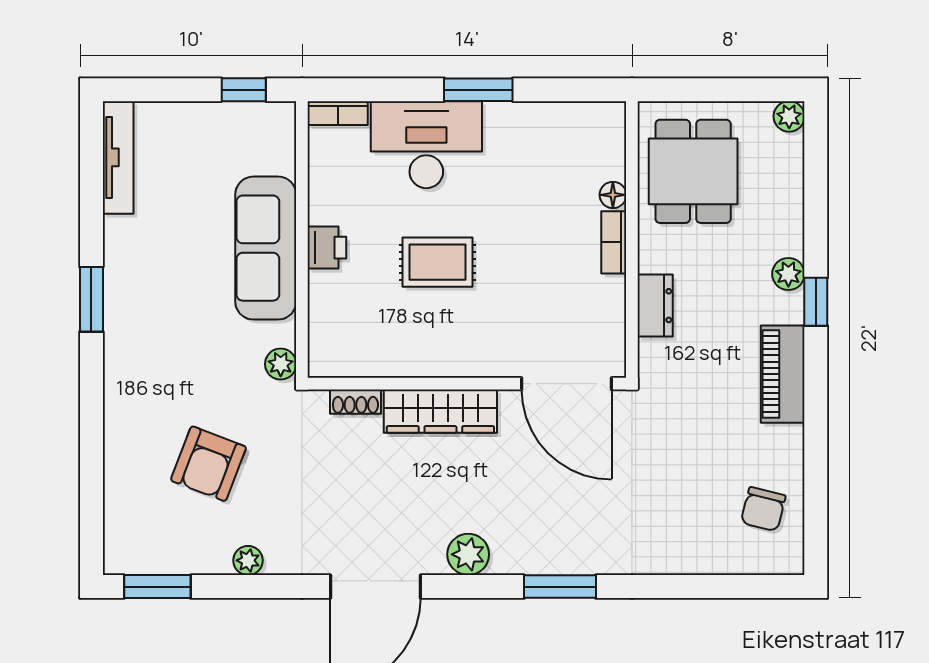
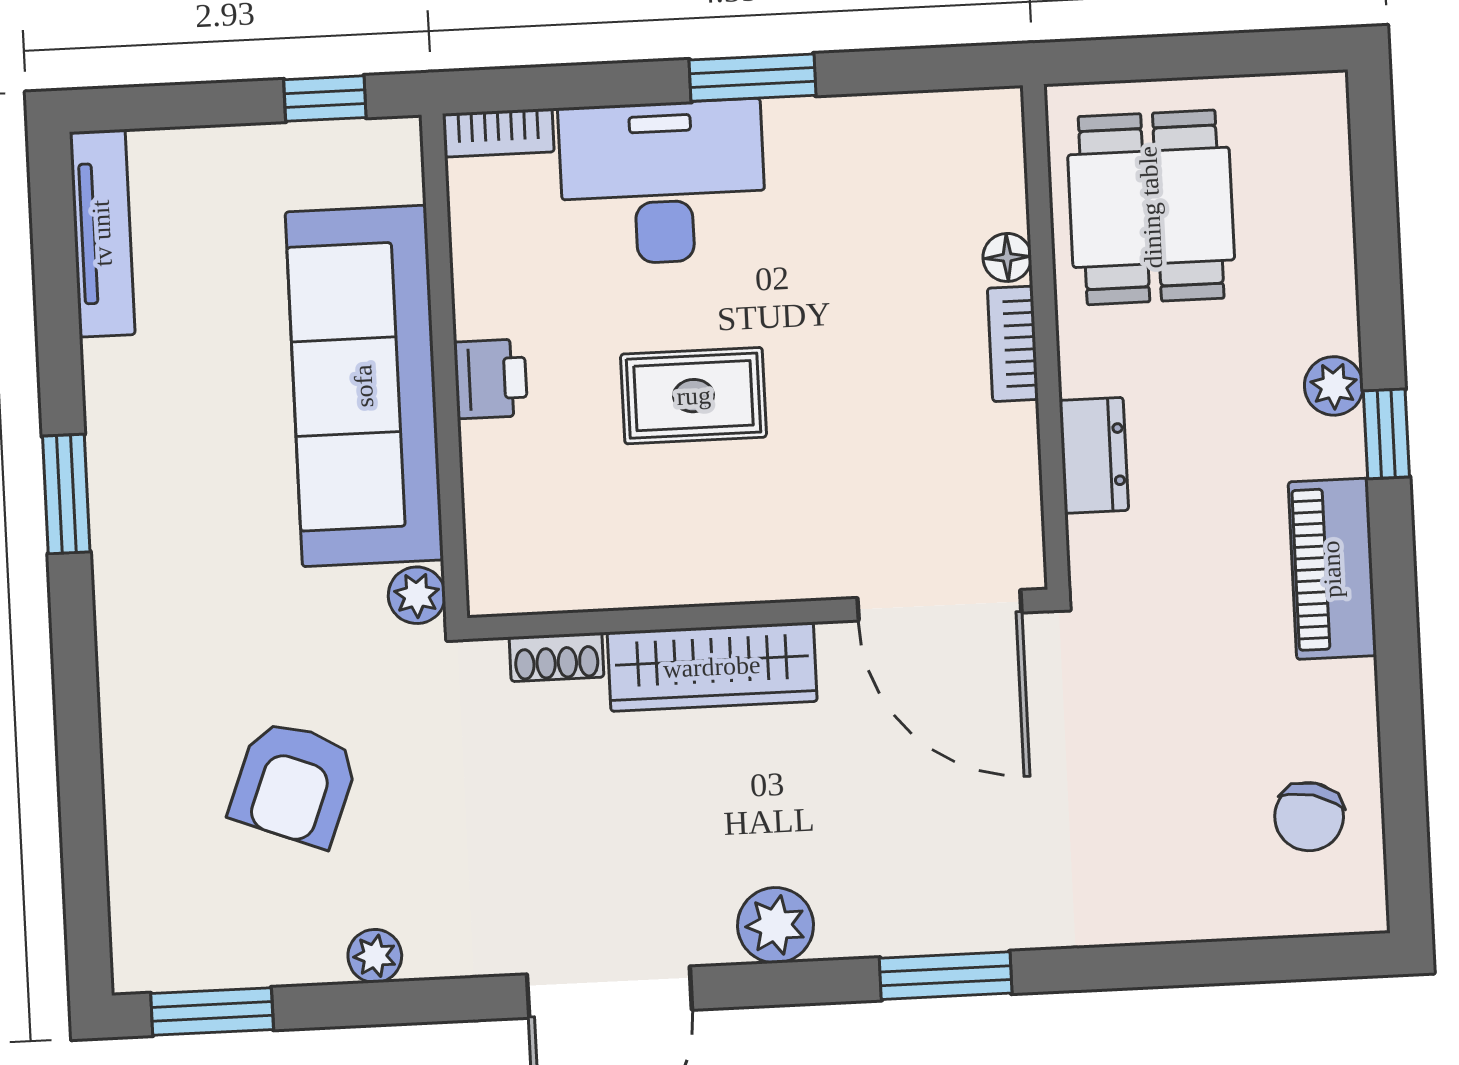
plant: (789, 116) -> (1321, 99), removed
sofa: (266, 248) -> (364, 386), width x1.36, depth x1.27

